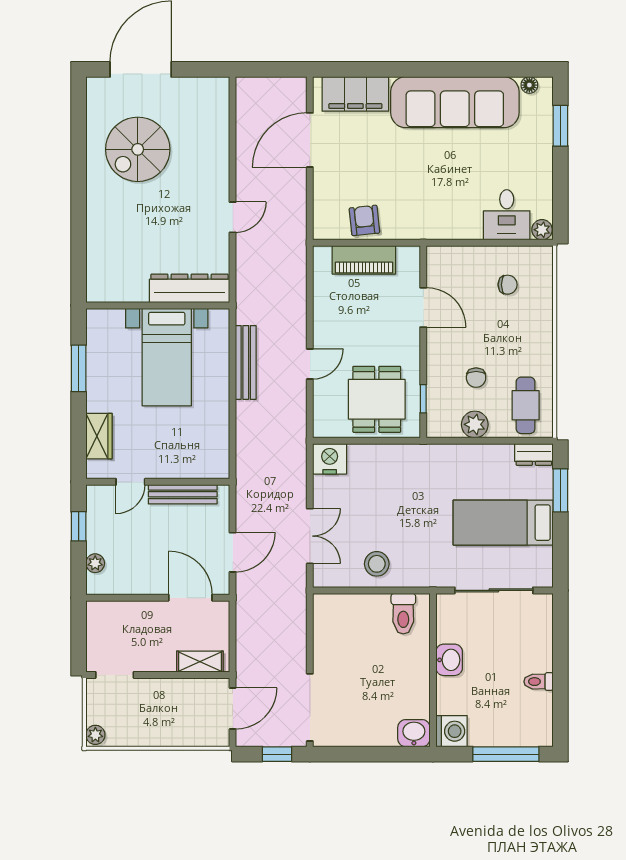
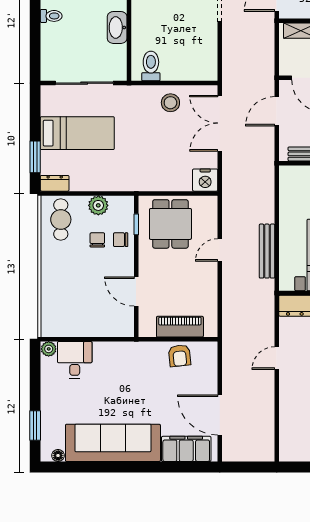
door: (310, 140) -> (220, 415), swing flipped
chair: (508, 285) -> (121, 240), moved
double door: (310, 536) -> (220, 123), width x1.37
washbasin: (449, 660) -> (117, 27), width x1.38

